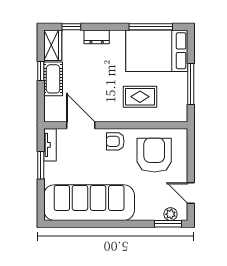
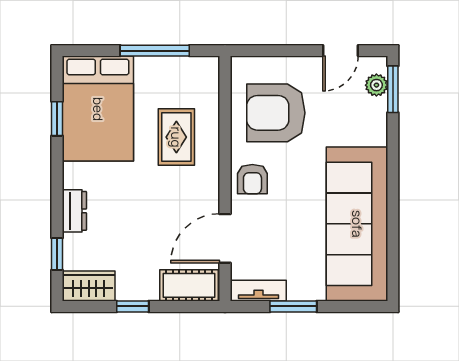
window: (151, 27) -> (57, 119), width x0.46
cot: (53, 79) -> (189, 285), moved

